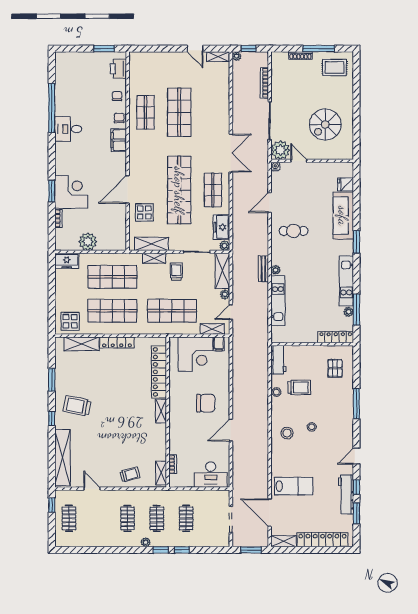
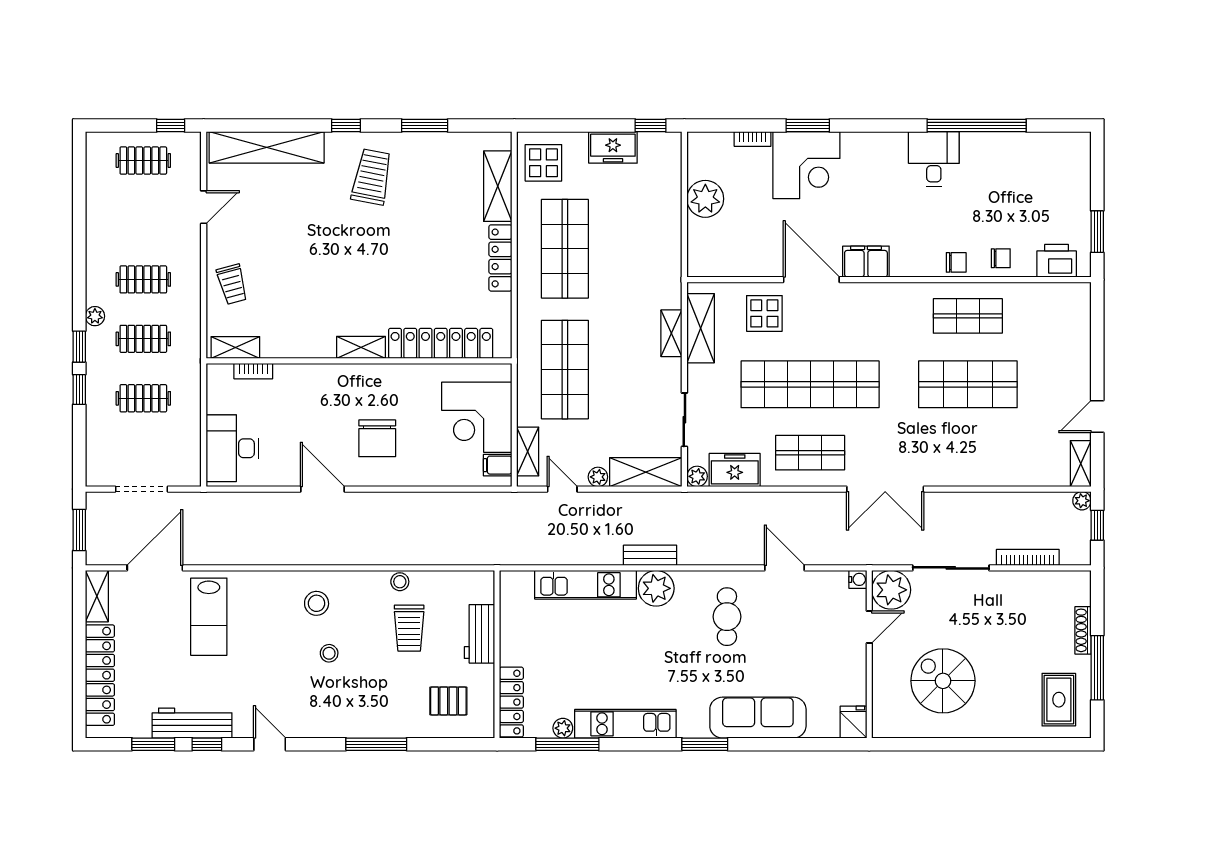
filing cabinet: (119, 140) -> (866, 262), moved
fridge: (346, 184) -> (853, 722), moved
freezer: (67, 261) -> (613, 147), moved, turned -90
window: (52, 269) -> (651, 125), added
plant: (276, 270) -> (656, 588), width x1.88, depth x1.88
trolley: (176, 272) -> (644, 378), removed
shop shelf: (112, 277) -> (634, 249), removed
workbench: (278, 360) -> (479, 634), moved, turned 90

